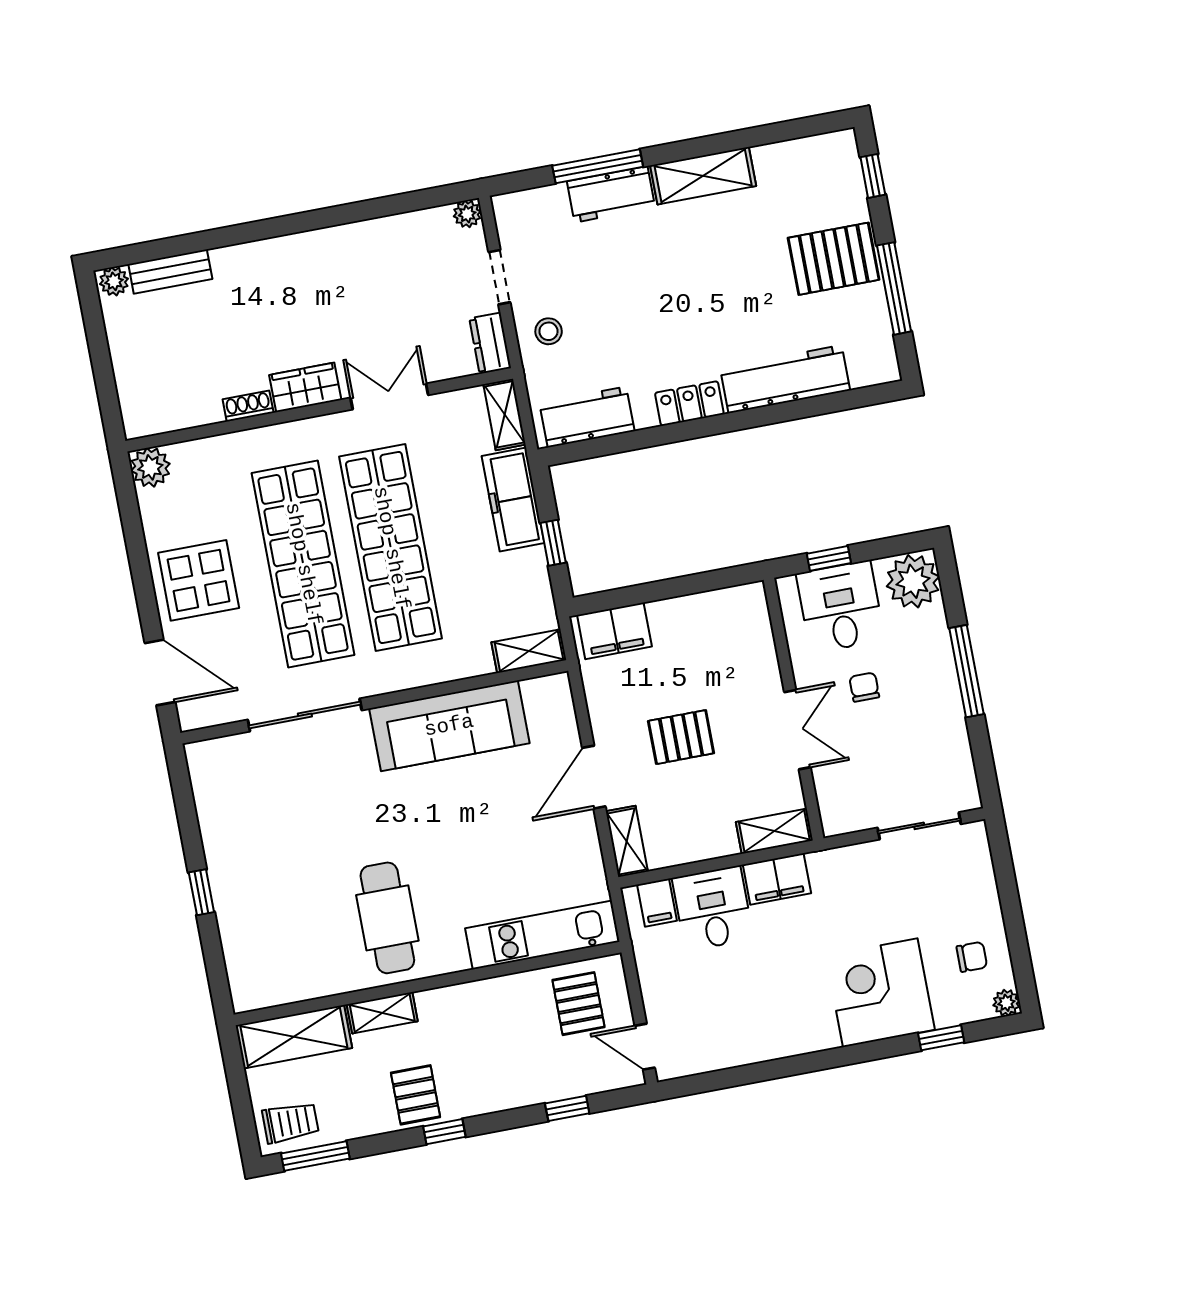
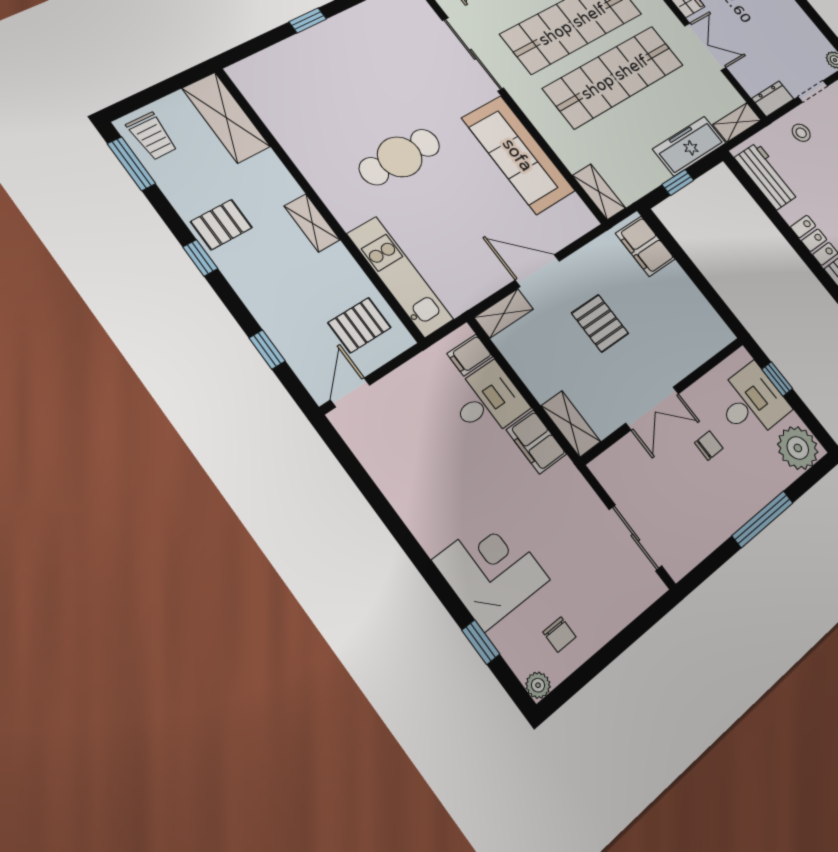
cafe table: (387, 918) -> (400, 157), moved
shelving: (382, 1013) -> (312, 223), moved

